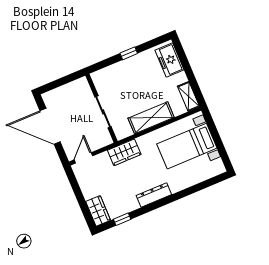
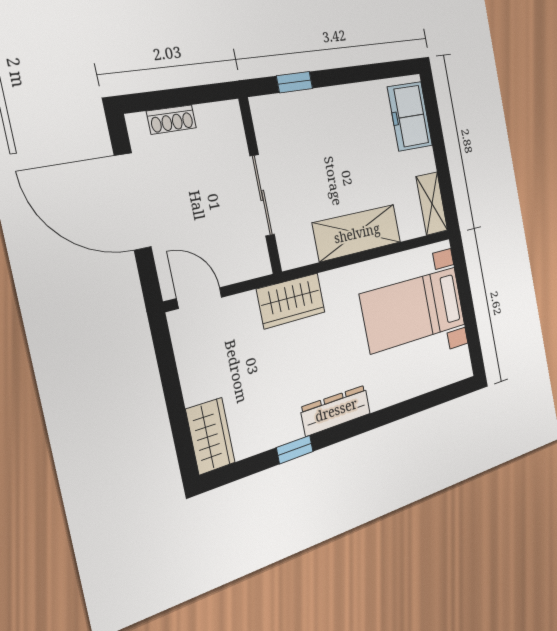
window: (129, 53) -> (295, 82), moved
shoe rack: (59, 91) -> (172, 120), added
door: (83, 158) -> (199, 298), hinge flipped
window: (122, 219) -> (295, 450), moved

